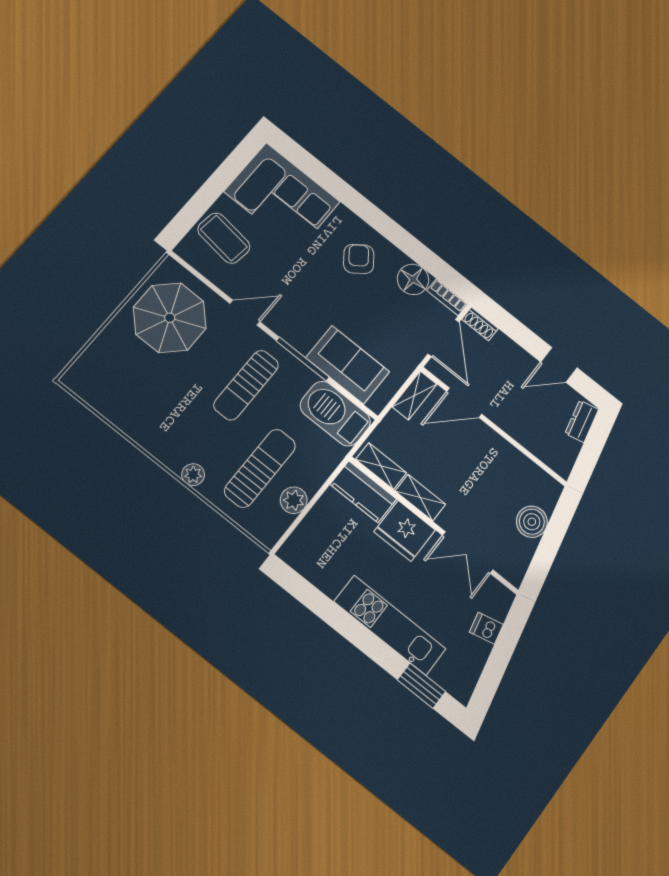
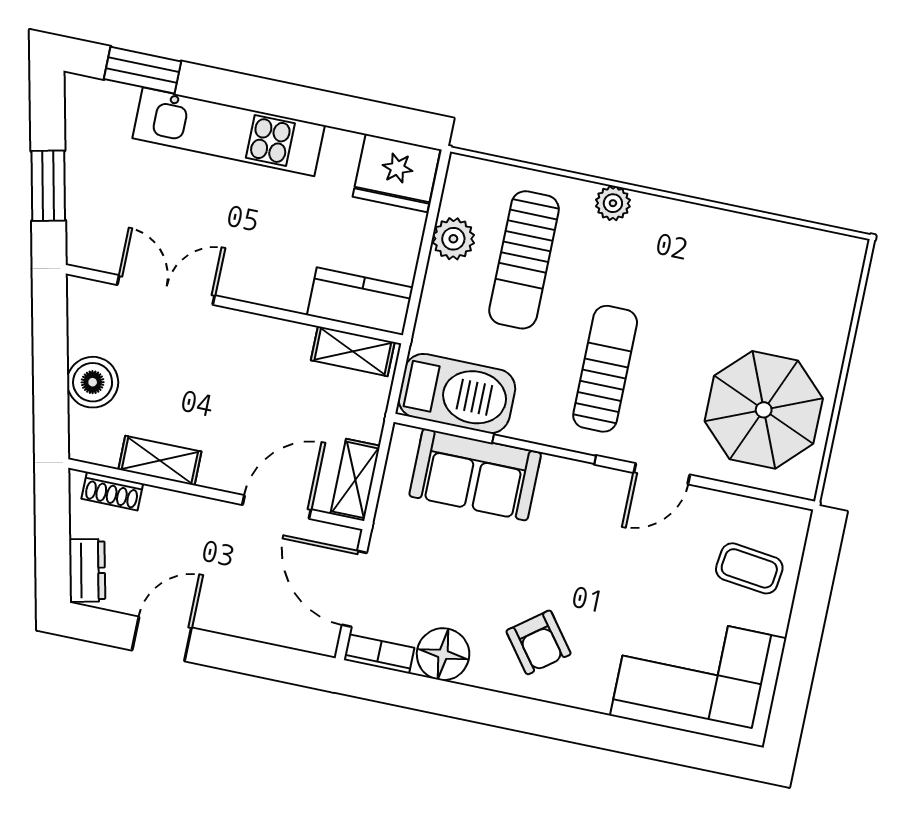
coffee table: (224, 238) -> (749, 568), width x0.73, depth x0.77
shoe rack: (480, 324) -> (112, 491), moved, turned 180
shelving: (420, 498) -> (160, 461), moved
fridge: (405, 531) -> (396, 173), moved, turned 180
dishwasher: (486, 628) -> (87, 196), removed
window: (505, 645) -> (48, 186), added

